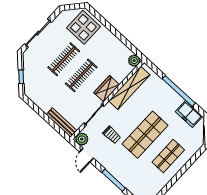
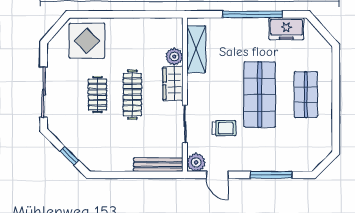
clothes rail: (64, 59) -> (97, 95), width x0.73
plant: (134, 61) -> (174, 57), moved
shelving: (129, 88) -> (196, 49), width x0.68

